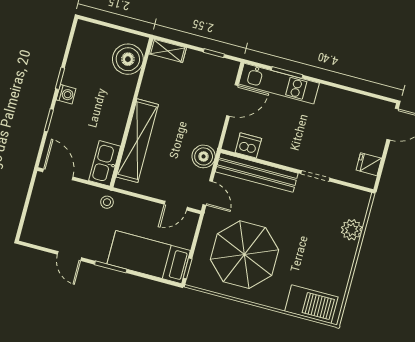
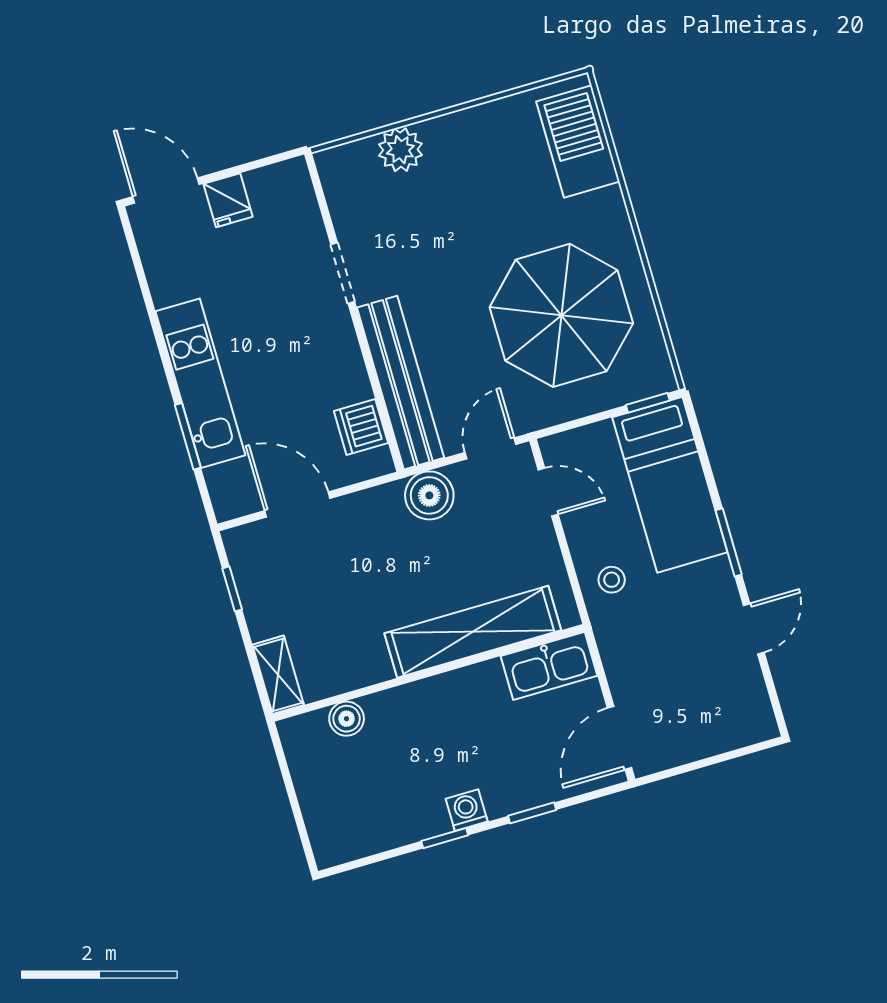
boiler: (128, 59) -> (347, 719), width x0.54, depth x0.54
kitchen unit: (279, 84) -> (200, 383), moved
fridge: (369, 164) -> (228, 200), moved
stool: (107, 202) -> (612, 580), moved

